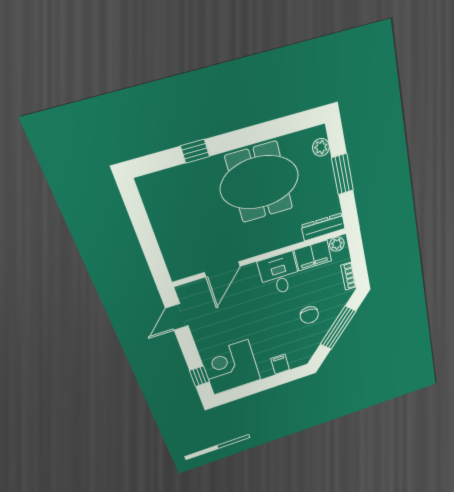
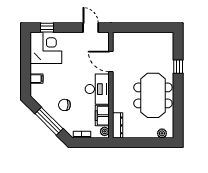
window: (342, 174) -> (144, 143), removed
desk: (279, 274) -> (97, 89), width x1.37

